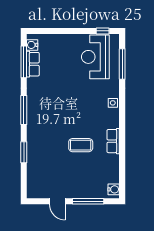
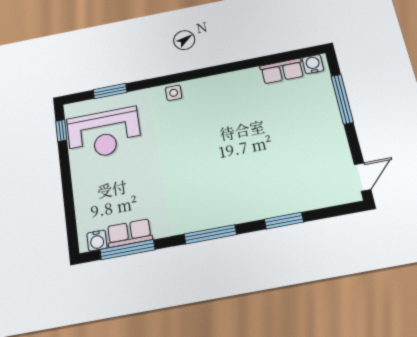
window: (122, 64) -> (110, 91), width x0.69
row of seats: (113, 141) -> (282, 71), moved
coffee table: (81, 145) -> (252, 129), removed
door: (57, 201) -> (362, 177), moved

